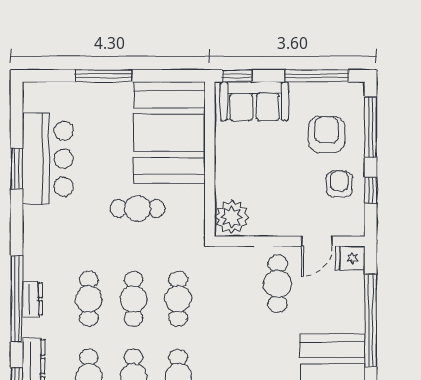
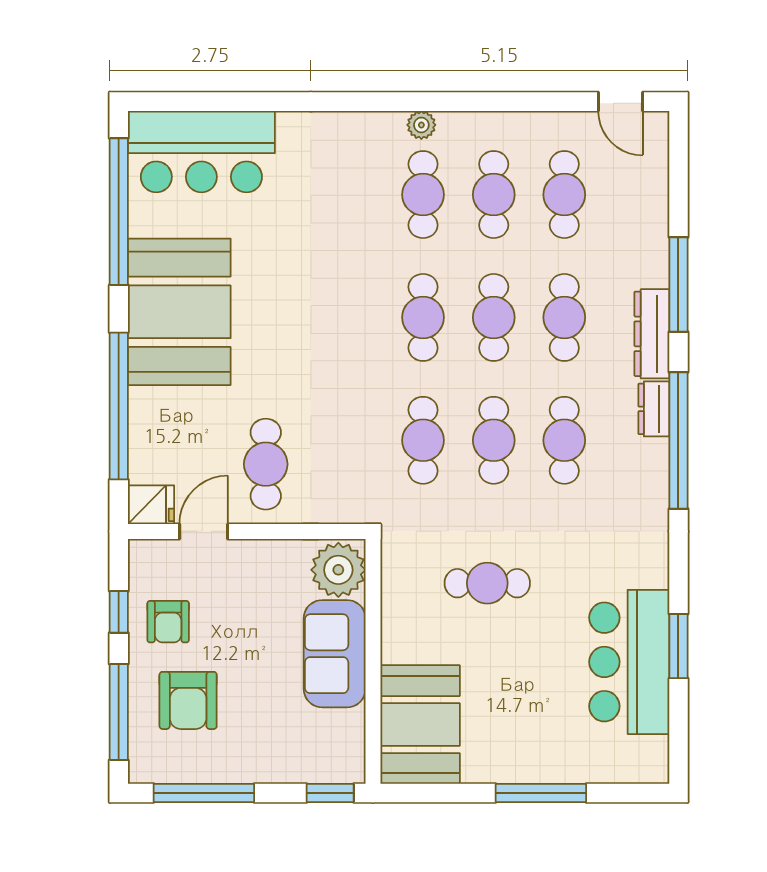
sofa: (254, 101) -> (335, 654), moved, turned -90
booth: (169, 133) -> (420, 725), width x0.73, depth x0.70
dresser: (32, 299) -> (654, 409), moved

